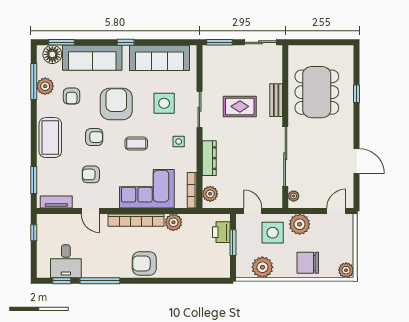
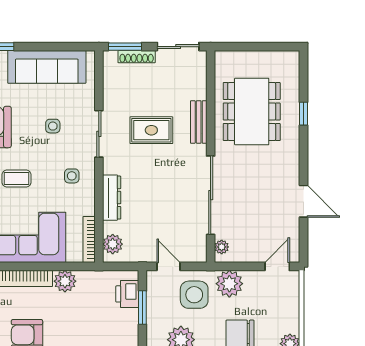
shoe rack: (228, 50) -> (137, 57), added
side table: (164, 103) -> (53, 126), width x0.54, depth x0.54

